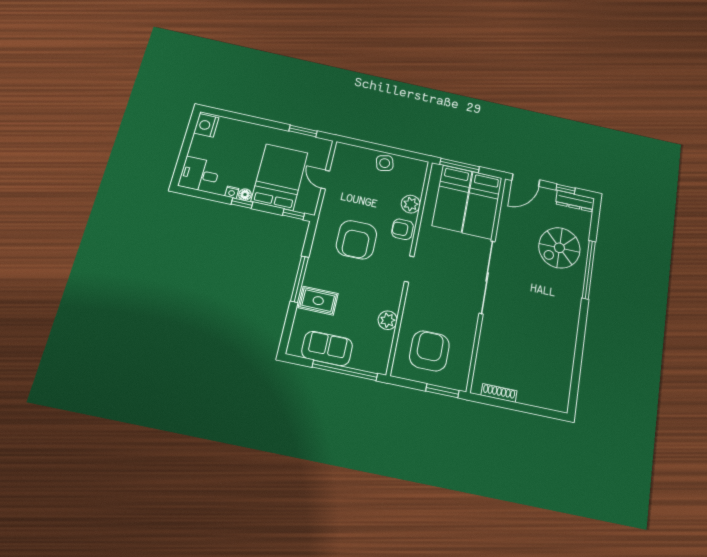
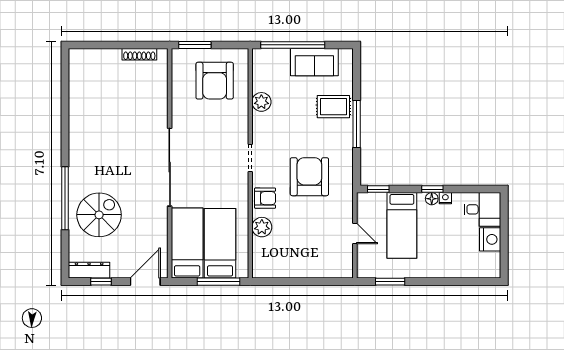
nightstand: (206, 125) -> (490, 239), moved
side table: (385, 163) -> (298, 266), removed
bed: (280, 177) -> (402, 225), width x0.67

